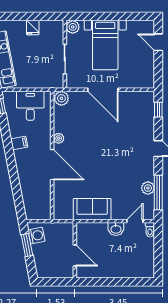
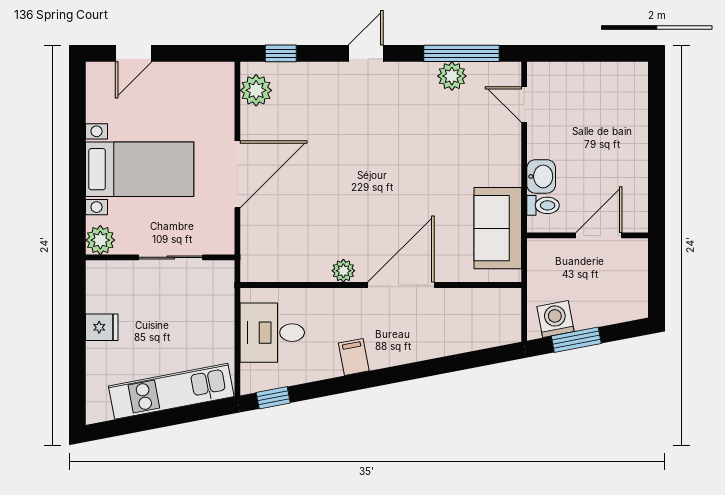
plant: (61, 98) -> (256, 90), moved
sofa: (92, 209) -> (498, 228), moved
washbasin: (116, 229) -> (541, 176), moved
toilet: (150, 230) -> (543, 205), moved

